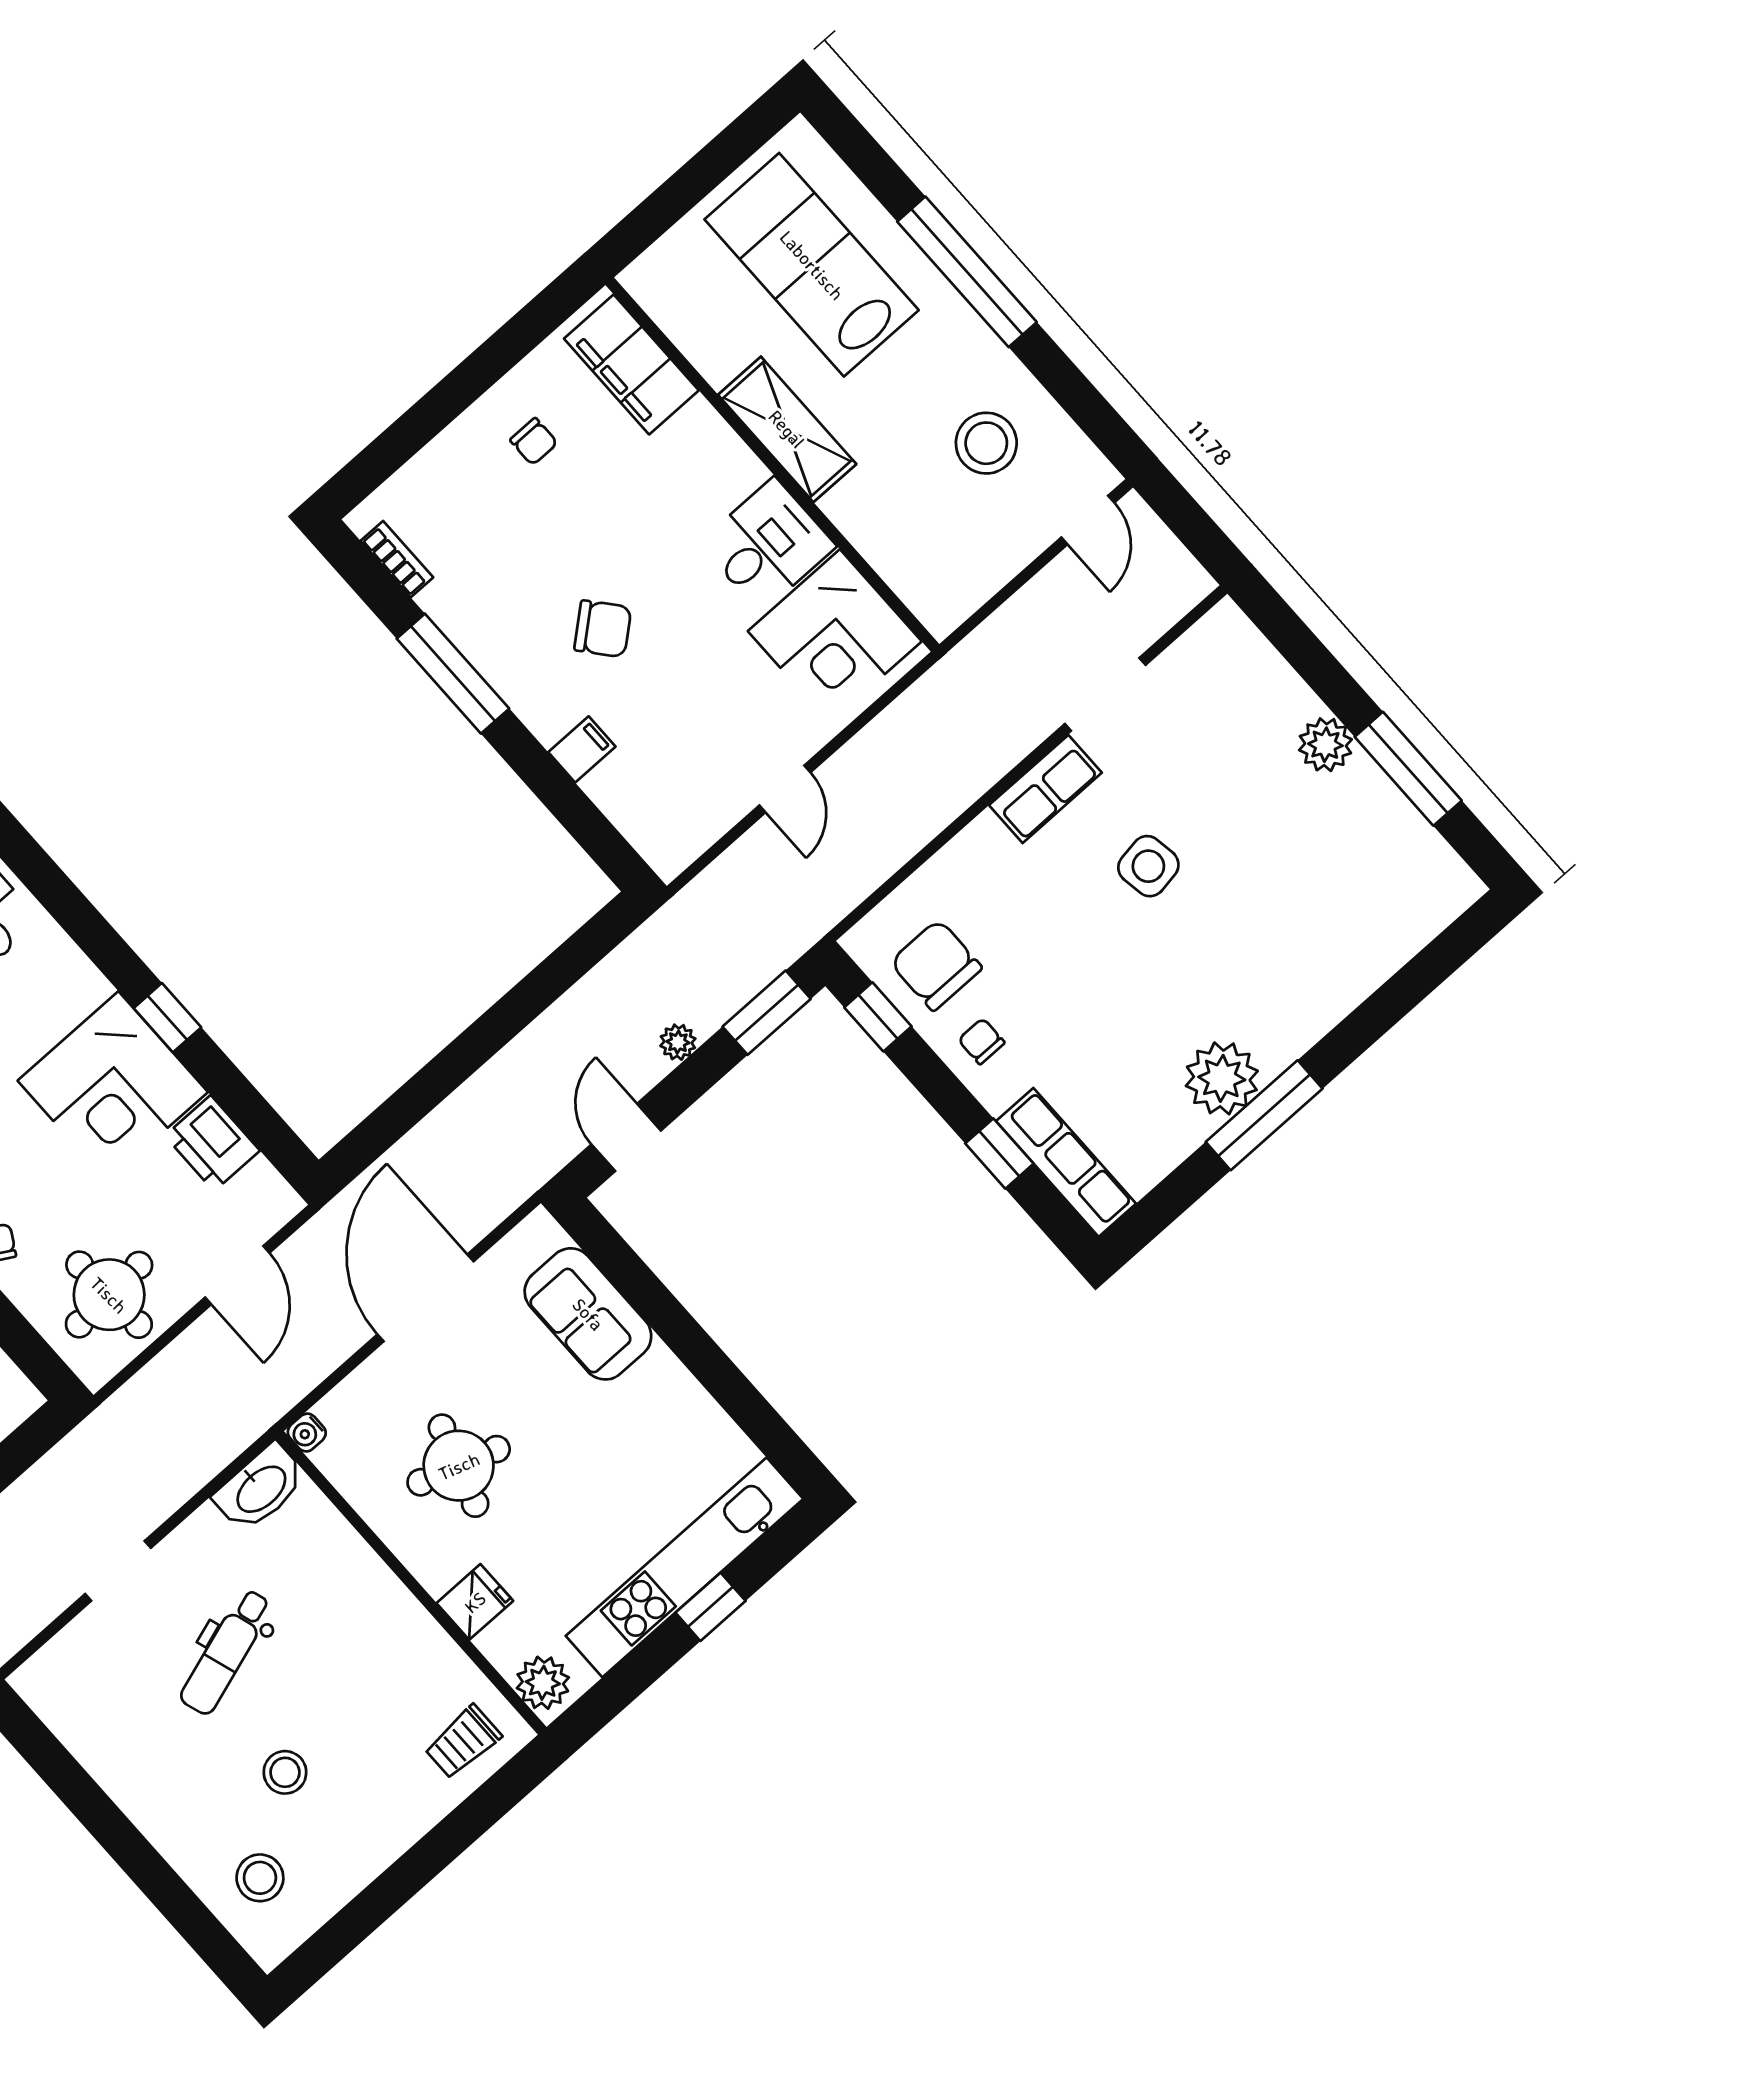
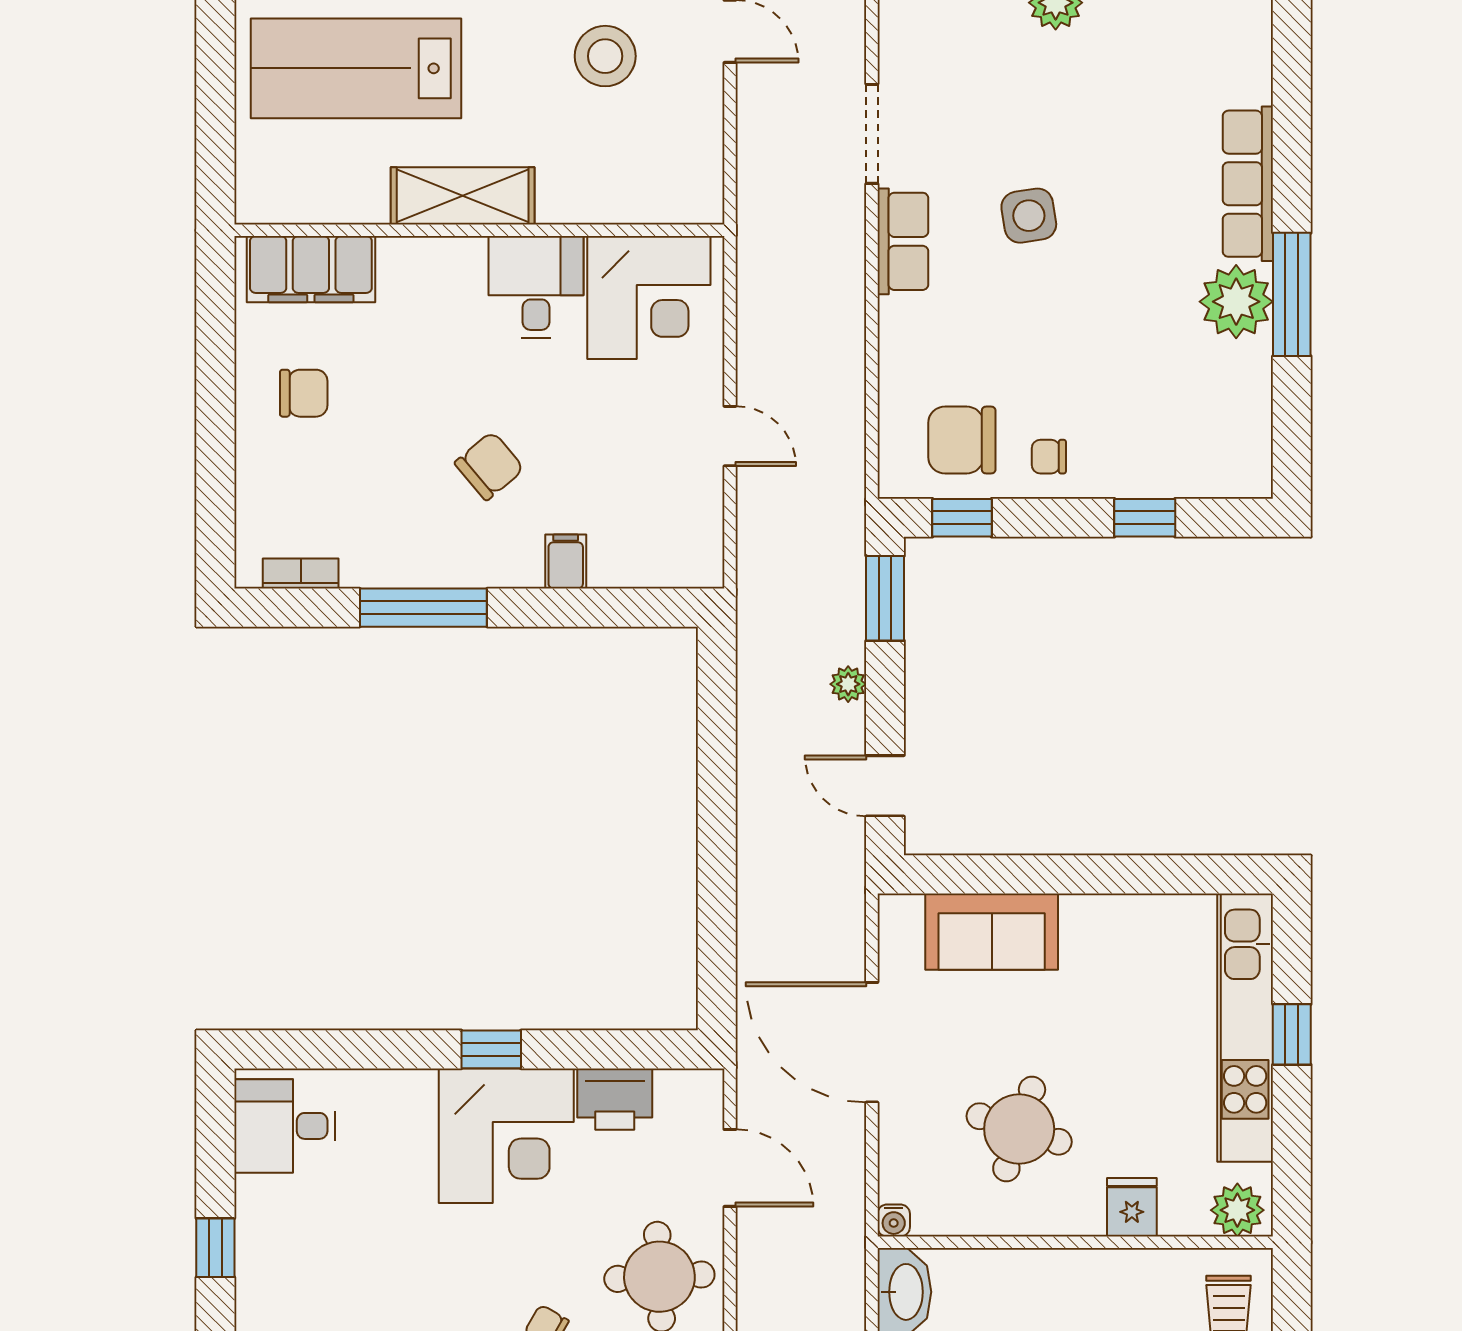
chair: (534, 442) -> (304, 393), width x1.37, depth x1.37
row of seats: (1066, 1162) -> (1248, 184), moved, turned -90

